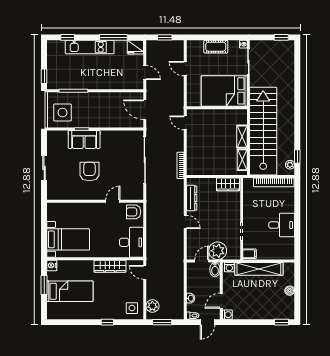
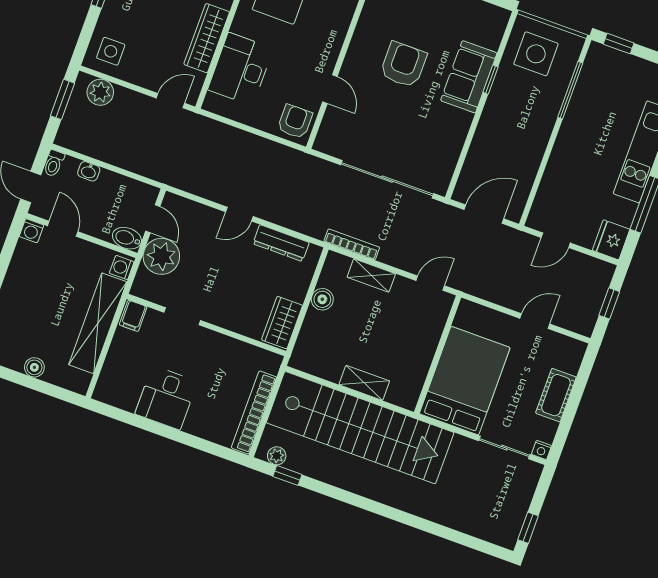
shelving: (242, 160) -> (371, 275), moved
boiler: (211, 170) -> (322, 299), added
armchair: (89, 172) -> (403, 65), turned -90
desk: (132, 242) -> (241, 69), moved, turned 90

